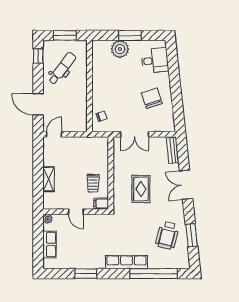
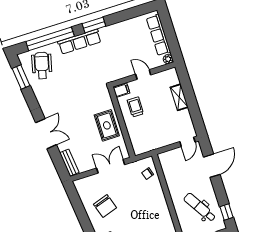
dental chair: (62, 68) -> (200, 207), turned 111
door: (38, 104) -> (212, 166), hinge flipped
rug: (141, 189) -> (107, 125), moved
wheelchair: (167, 235) -> (42, 66), moved
window: (191, 235) -> (21, 77), moved
row of seats: (49, 245) -> (158, 35), width x1.48
window: (86, 274) -> (94, 25), moved

